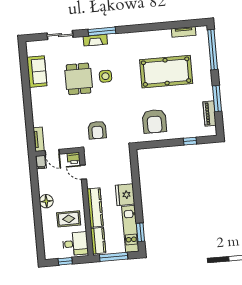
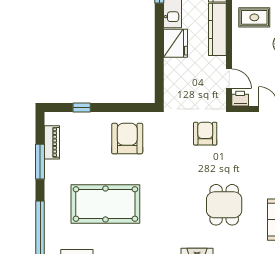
side table: (105, 76) -> (188, 205), removed

